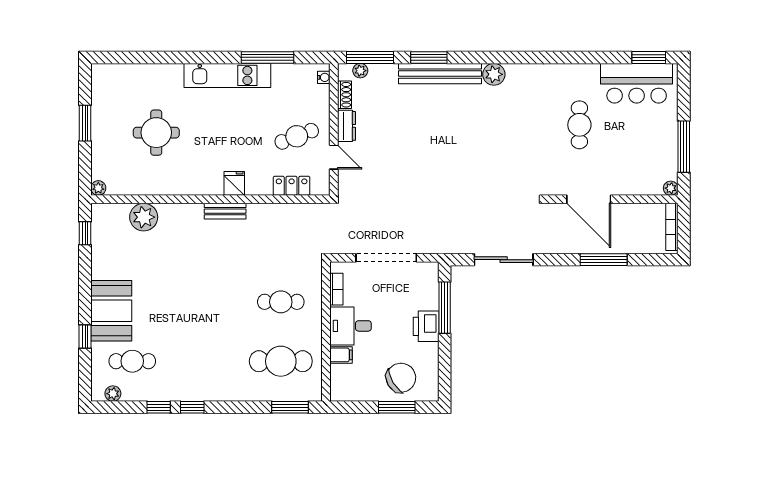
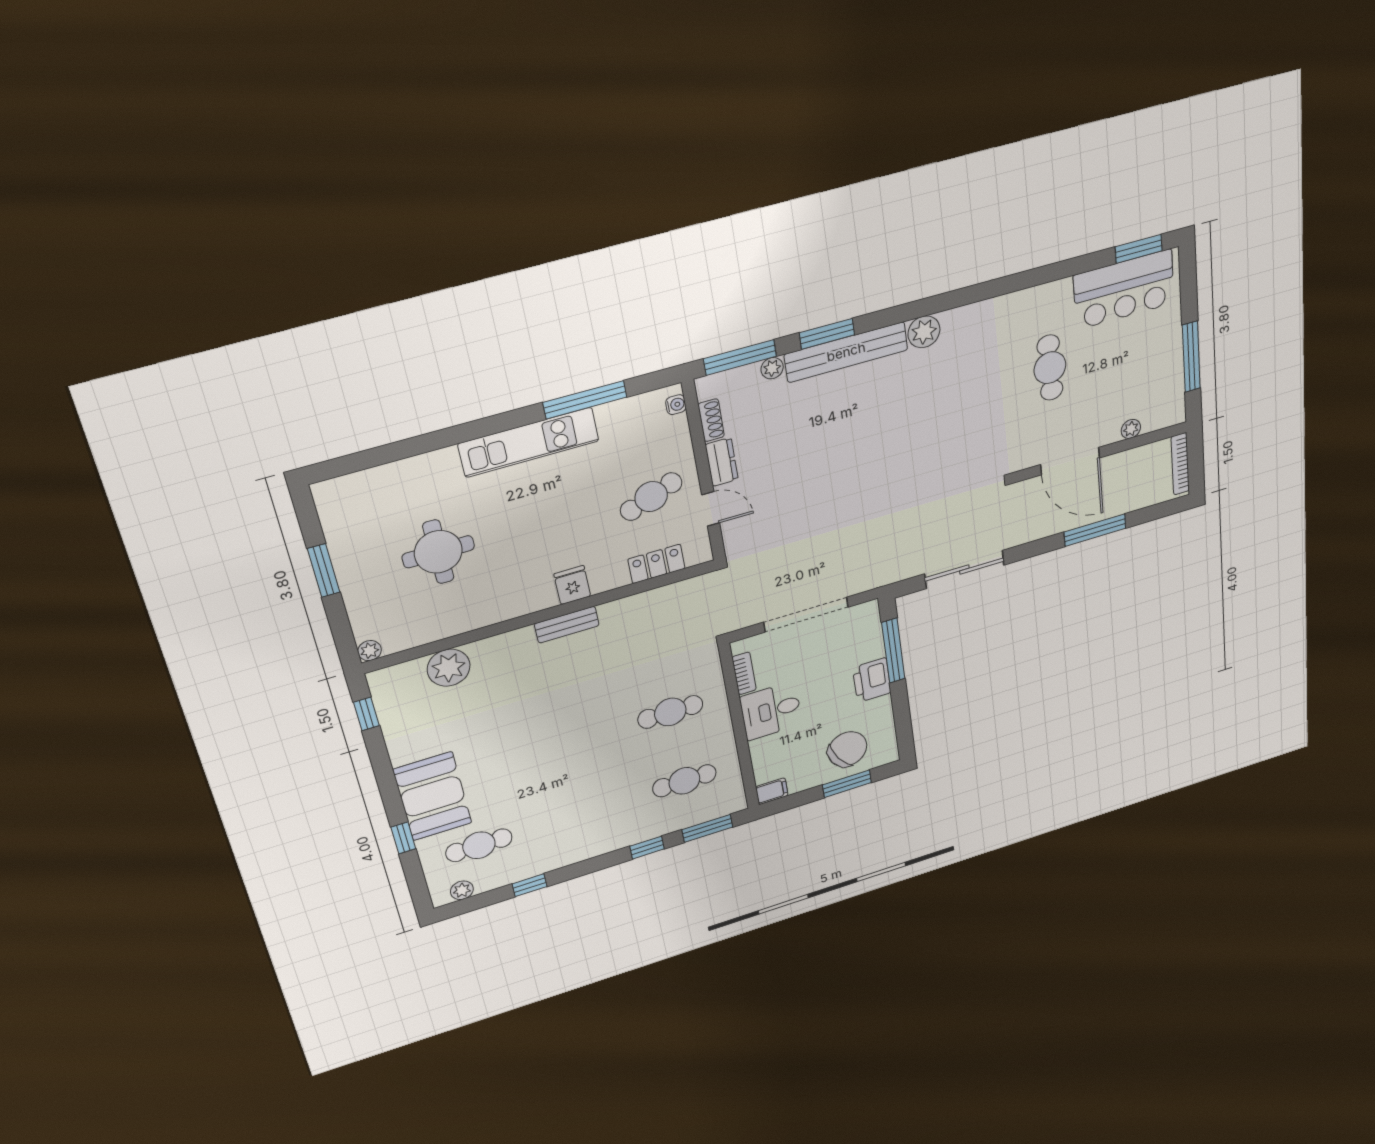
plant: (360, 71) -> (772, 368), moved
plant: (671, 188) -> (1131, 429), moved
filing cabinet: (341, 355) -> (772, 791), moved
cafe table: (281, 361) -> (684, 781), width x0.73, depth x0.74
window: (192, 407) -> (647, 848), moved

